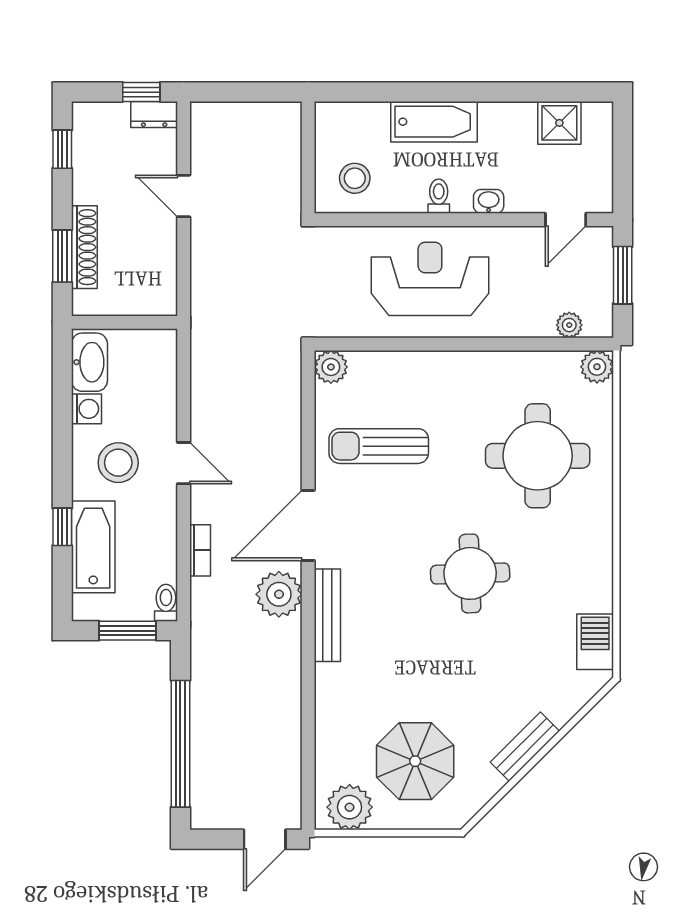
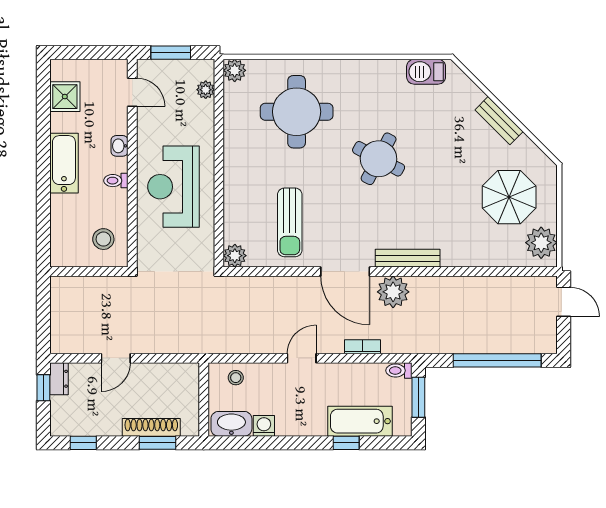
bathtub: (434, 122) -> (64, 163), moved
stool: (118, 463) -> (236, 378), moved, width x0.53, depth x0.53
round table: (470, 573) -> (379, 159), turned 30

